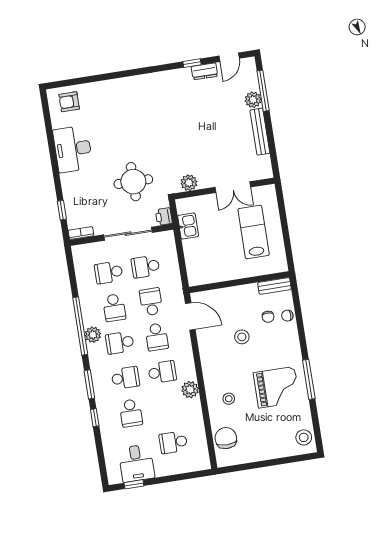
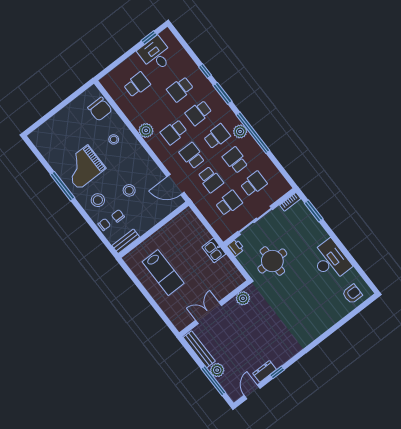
plant: (189, 183) -> (243, 298), moved
double door: (233, 187) -> (209, 313), moved
wall: (224, 189) -> (214, 308), moved
window: (62, 210) -> (314, 211), width x1.50
school desk: (131, 413) -> (180, 89), turned -90
stool: (304, 437) -> (98, 200), moved

